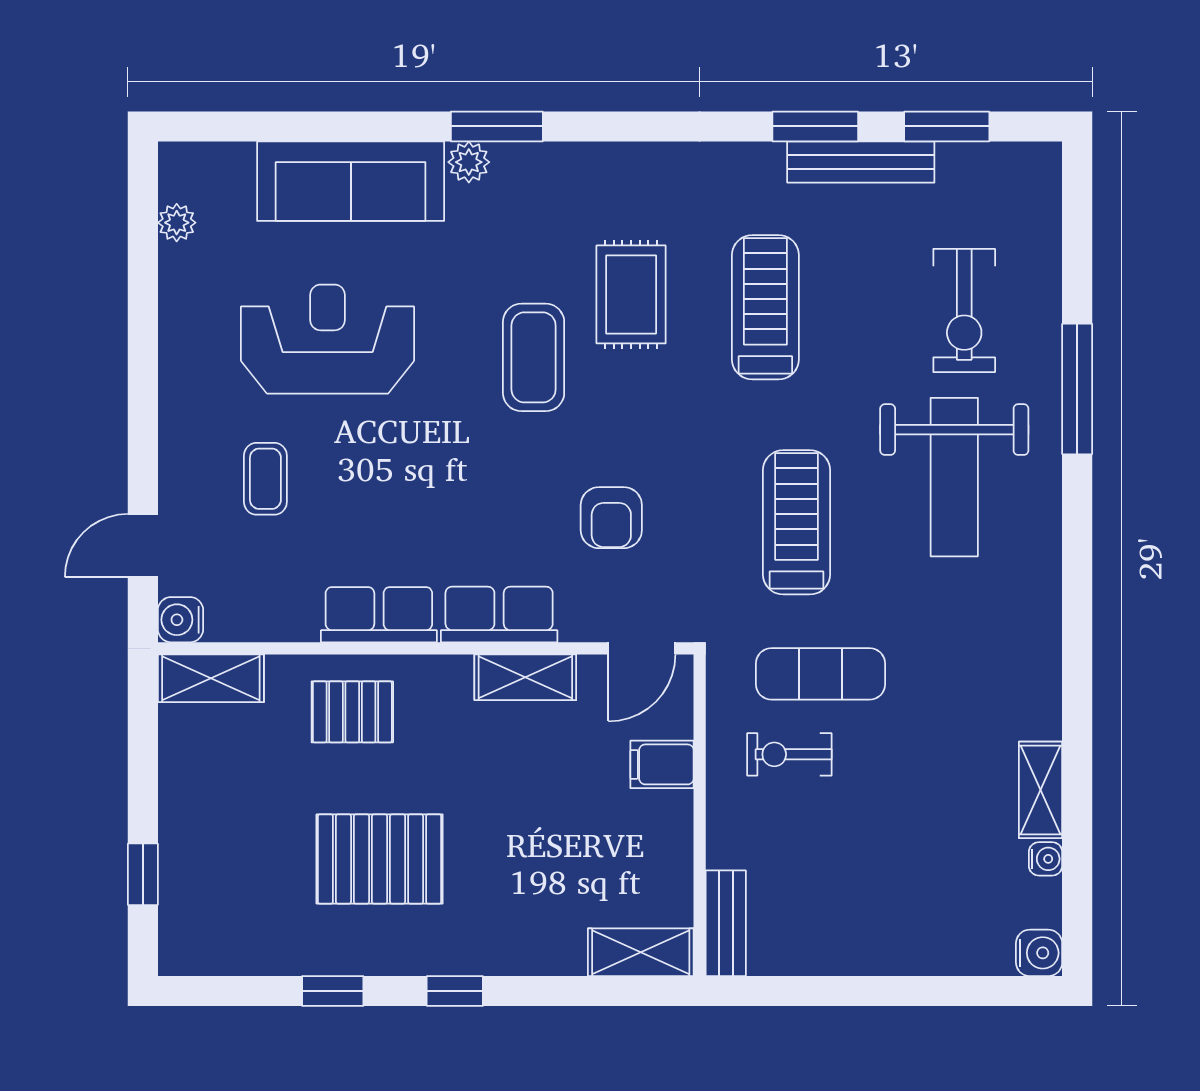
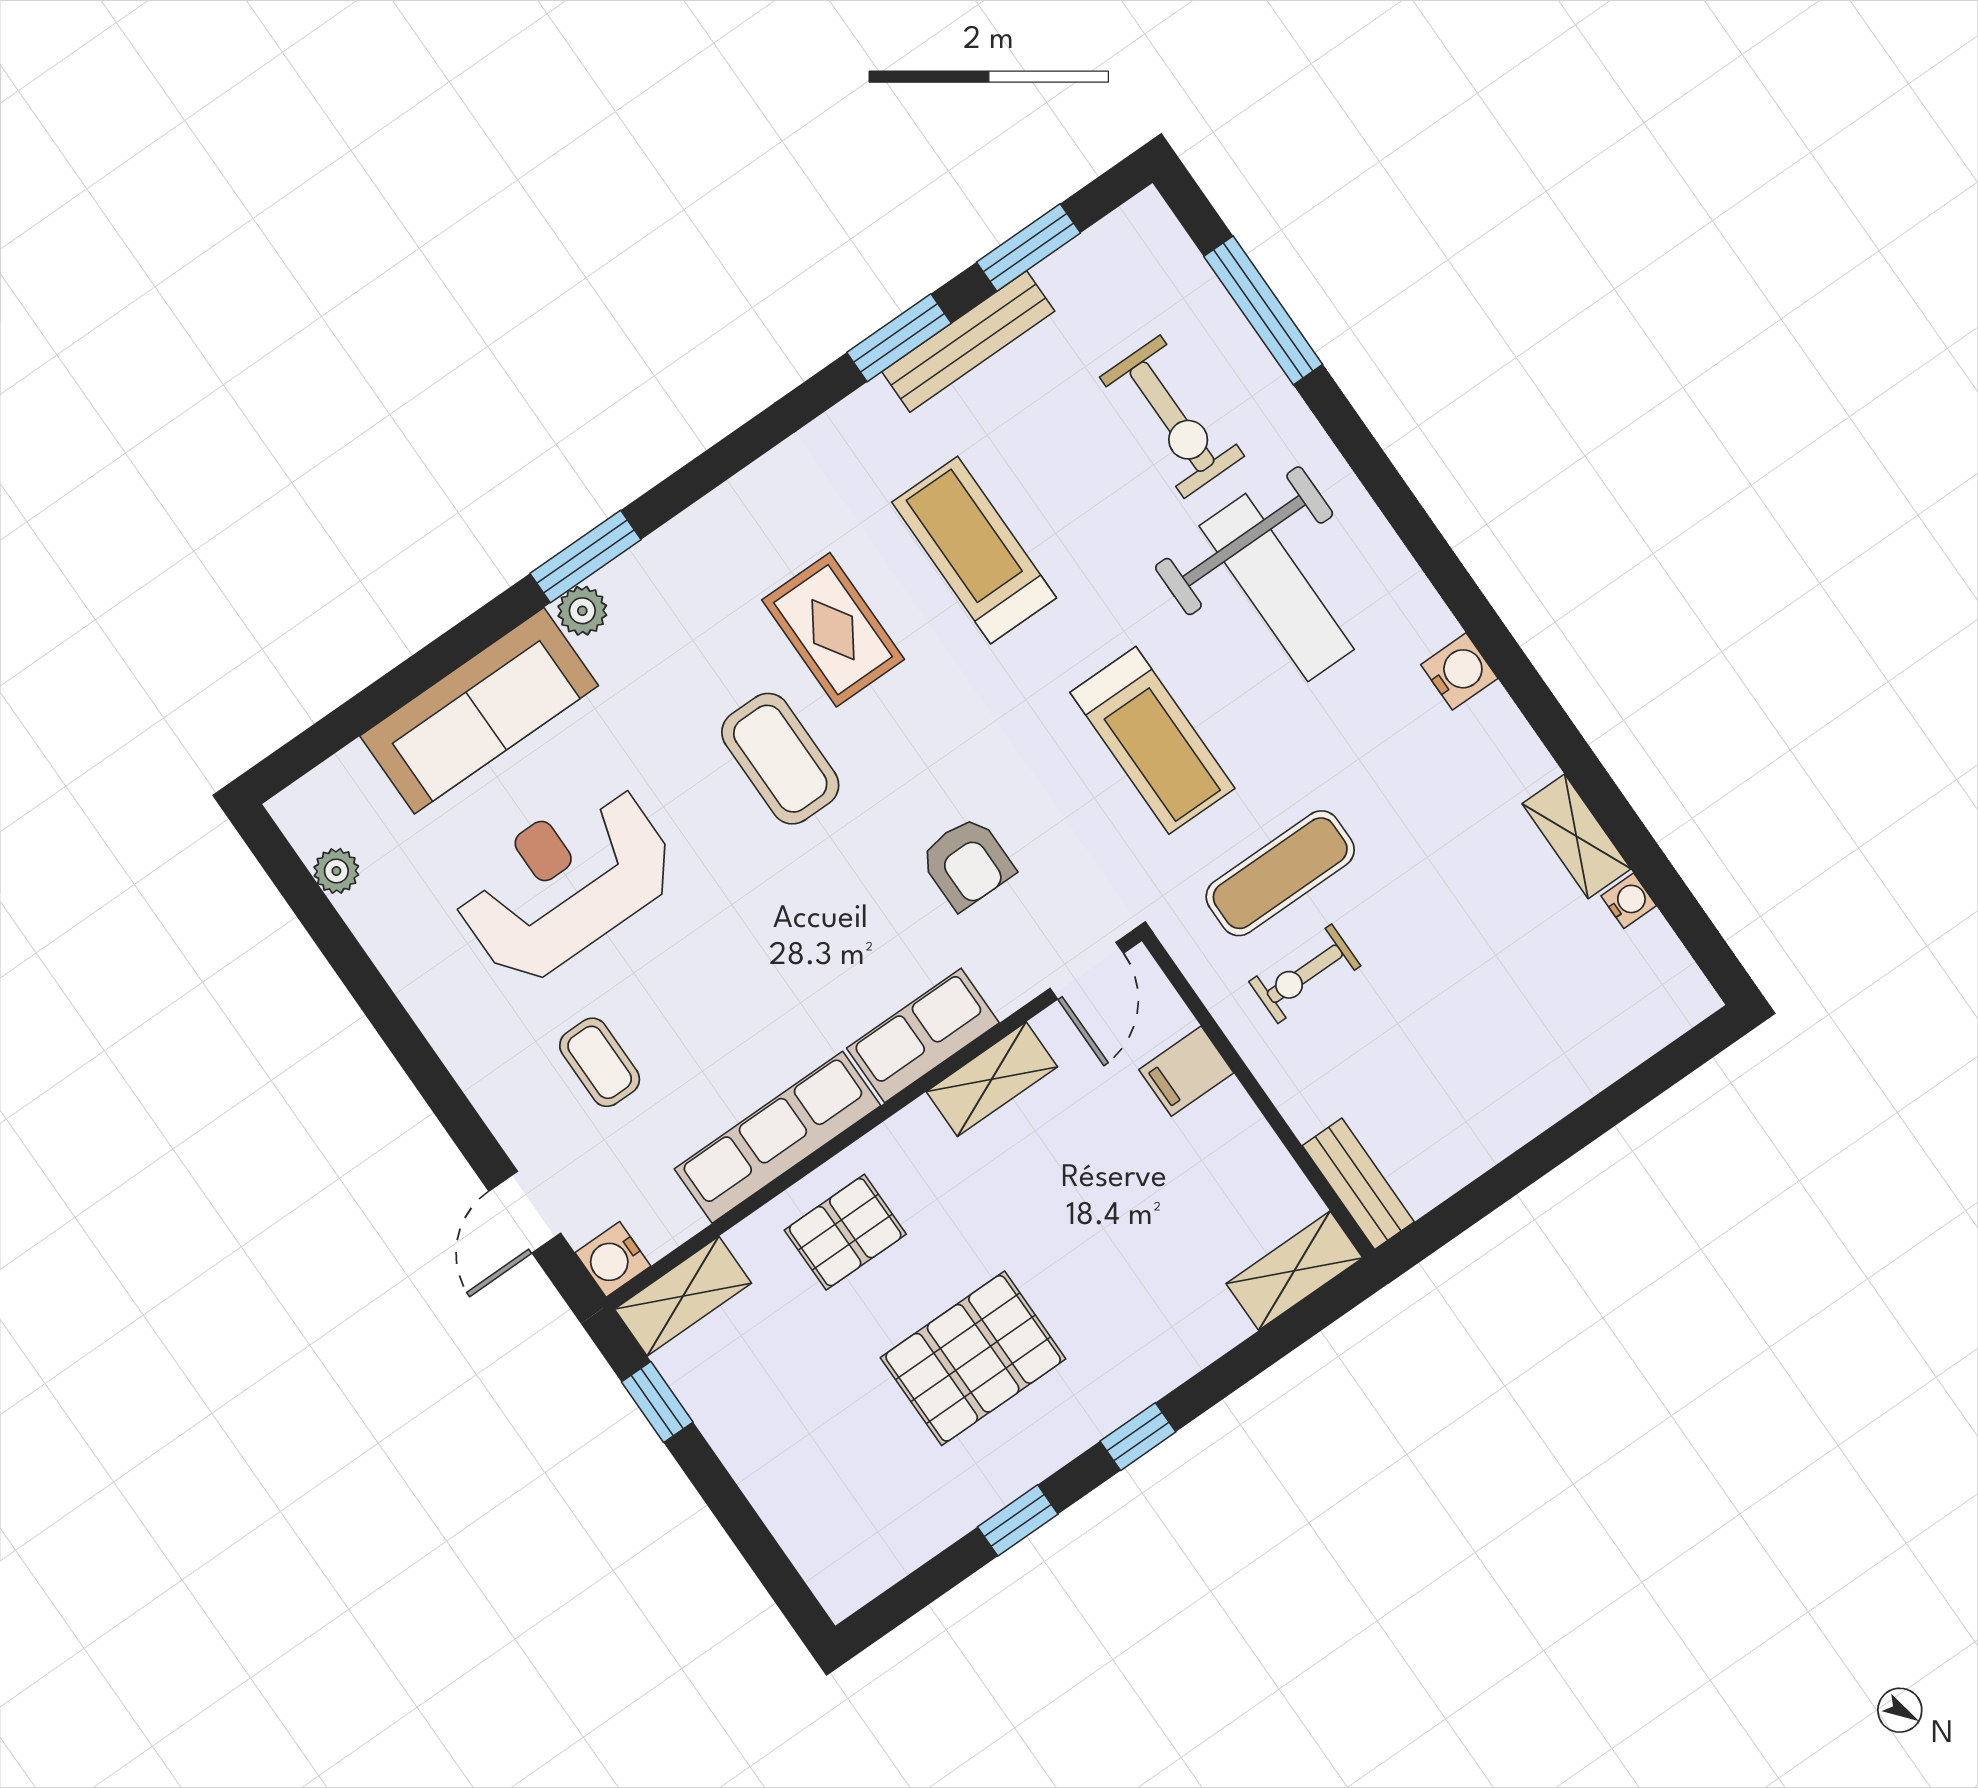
window: (1077, 389) -> (1263, 310), moved
treadmill: (797, 522) -> (1152, 740), turned 180
row of seats: (379, 615) -> (777, 1137), width x1.48
window: (143, 874) -> (657, 1402), moved
water cooler: (1039, 953) -> (1459, 671), moved

